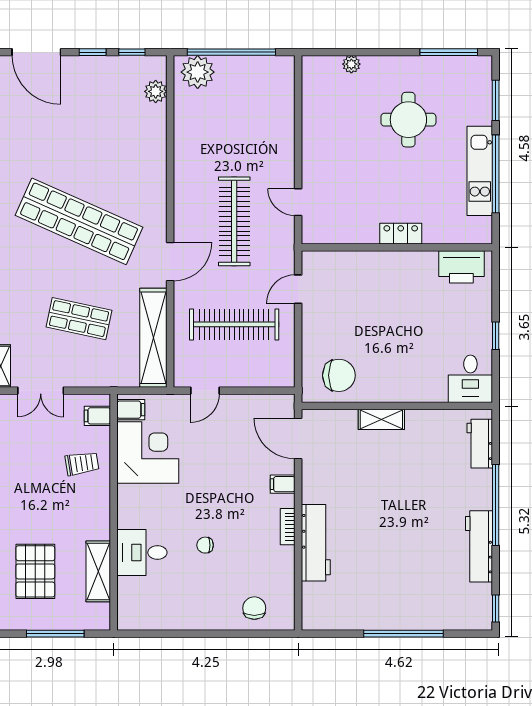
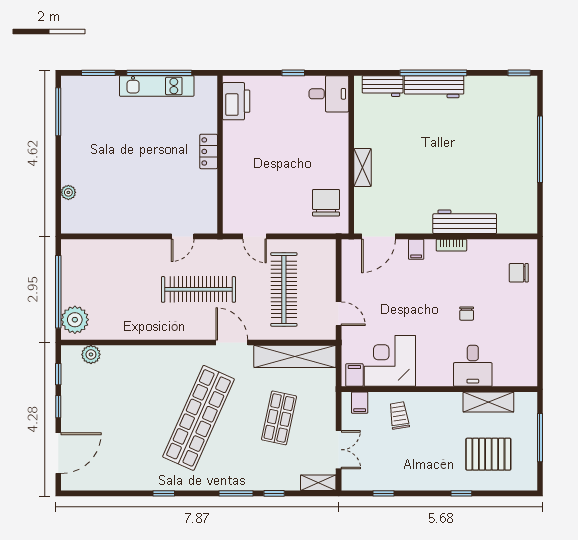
round table: (408, 120) -> (114, 145), removed
workbench: (479, 546) -> (434, 87), moved

